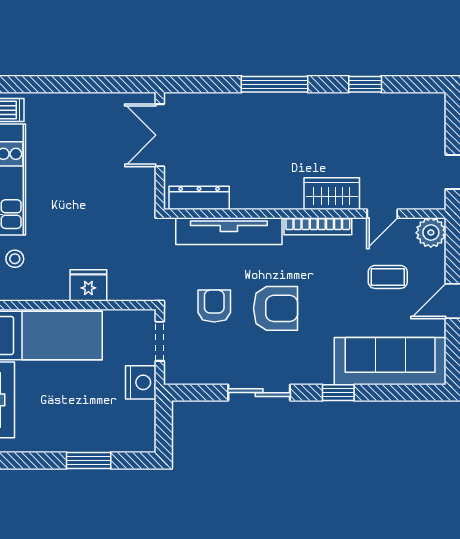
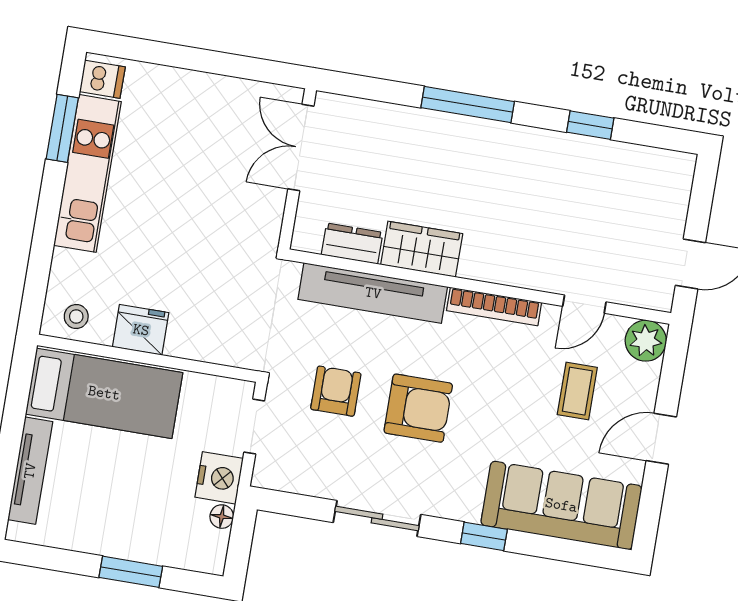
wardrobe: (332, 194) -> (422, 249), moved
dresser: (199, 198) -> (352, 243), width x0.70
stool: (15, 259) -> (76, 317), moved
coffee table: (388, 277) -> (577, 391), turned 90
fridge: (88, 285) -> (141, 330), moved
floor lamp: (147, 410) -> (222, 517), added

